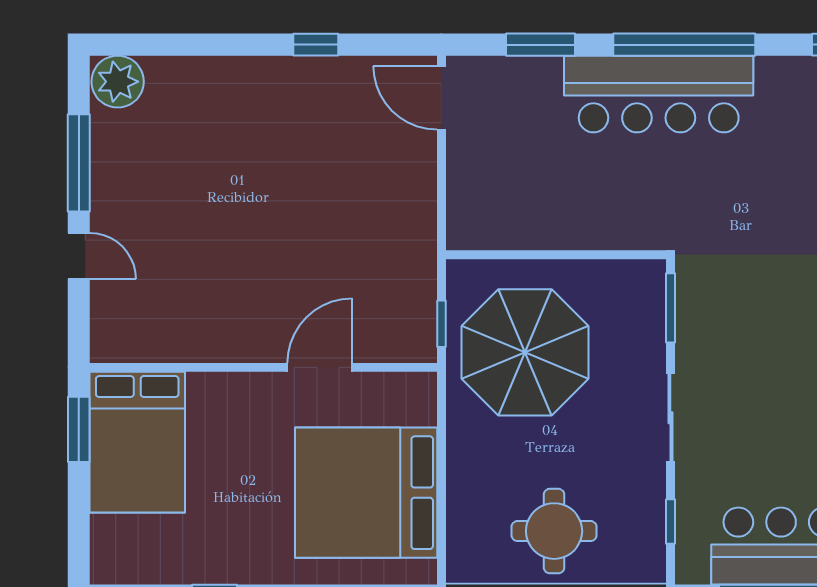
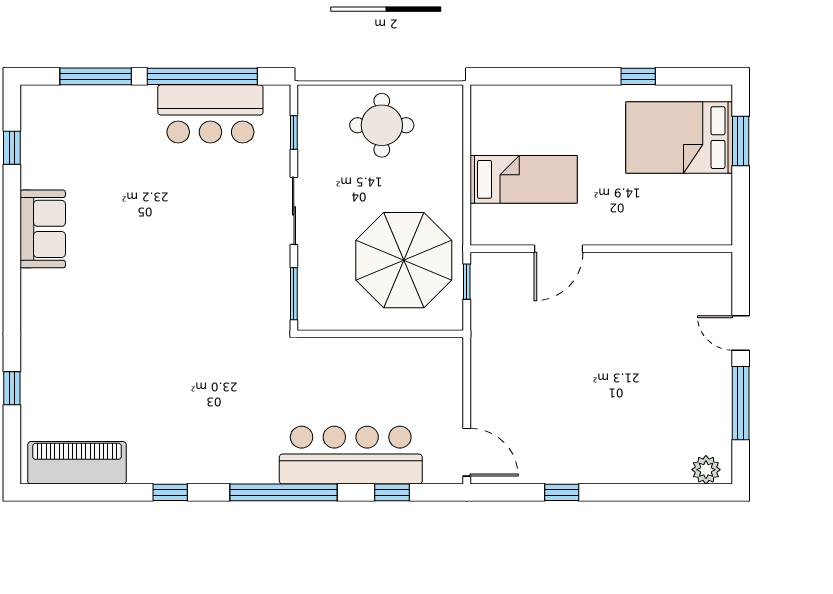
window: (541, 45) -> (392, 492), width x0.67
plant: (118, 82) -> (706, 470), width x0.73, depth x0.73
bar counter: (659, 94) -> (351, 455), moved
window: (79, 429) -> (741, 141), moved
bed: (137, 442) -> (679, 138), moved, turned -90
bed: (366, 493) -> (524, 179), width x0.49

